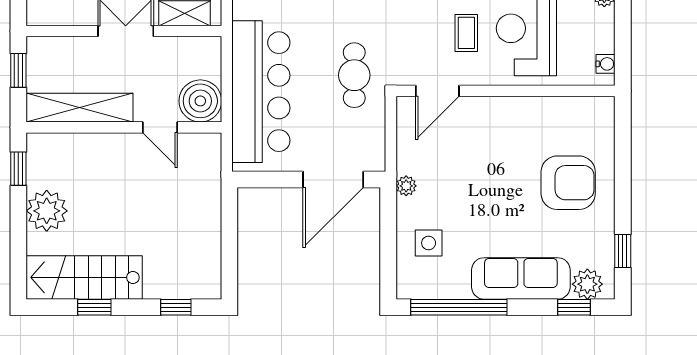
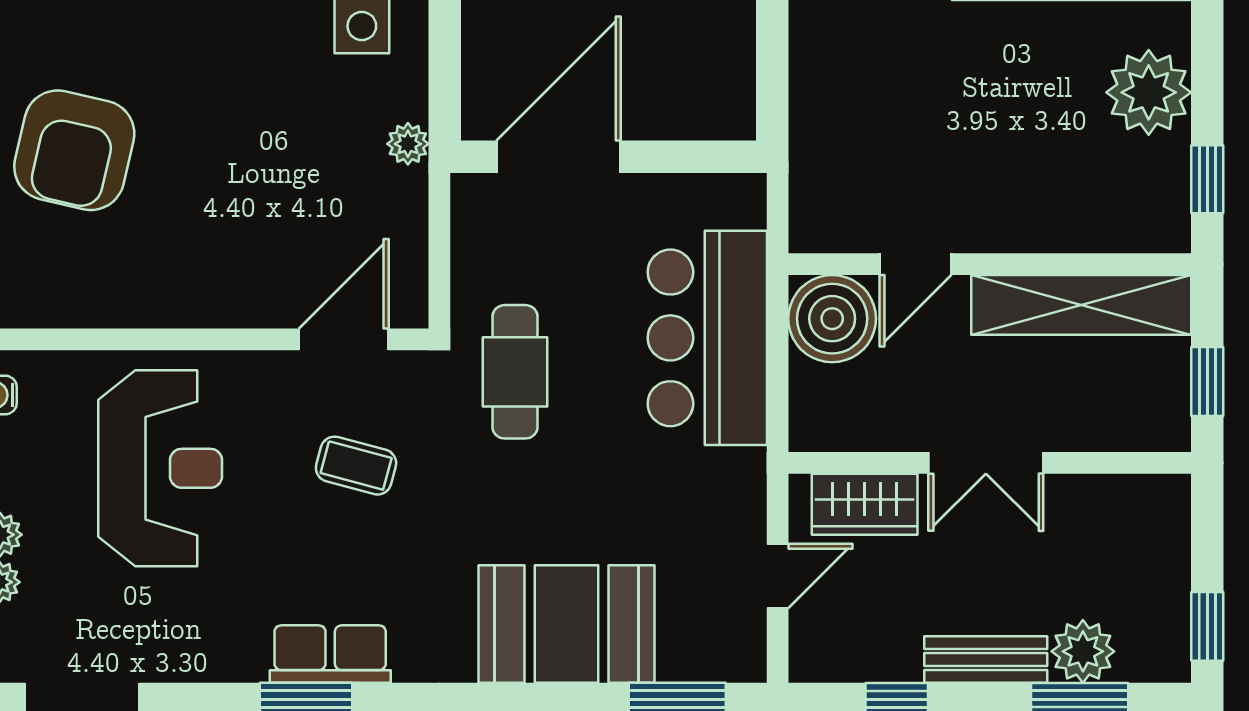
coffee table: (466, 33) -> (356, 466), moved, turned -75
bar counter: (261, 92) -> (707, 338), width x0.73
door: (160, 127) -> (915, 264), swing flipped
armchair: (568, 183) -> (74, 150), turned -77

